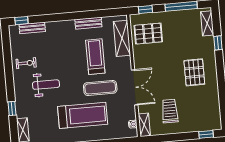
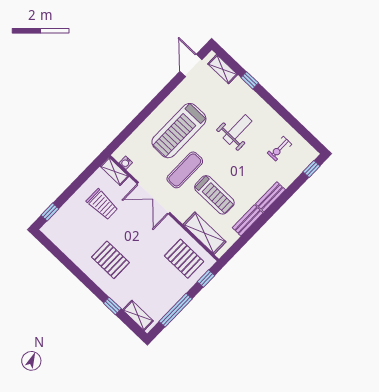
bench: (32, 28) -> (270, 197), moved
pallet: (148, 34) -> (184, 259), turned 90
exercise bike: (26, 63) -> (280, 149), moved
weight bench: (46, 85) -> (237, 130), turned 180

